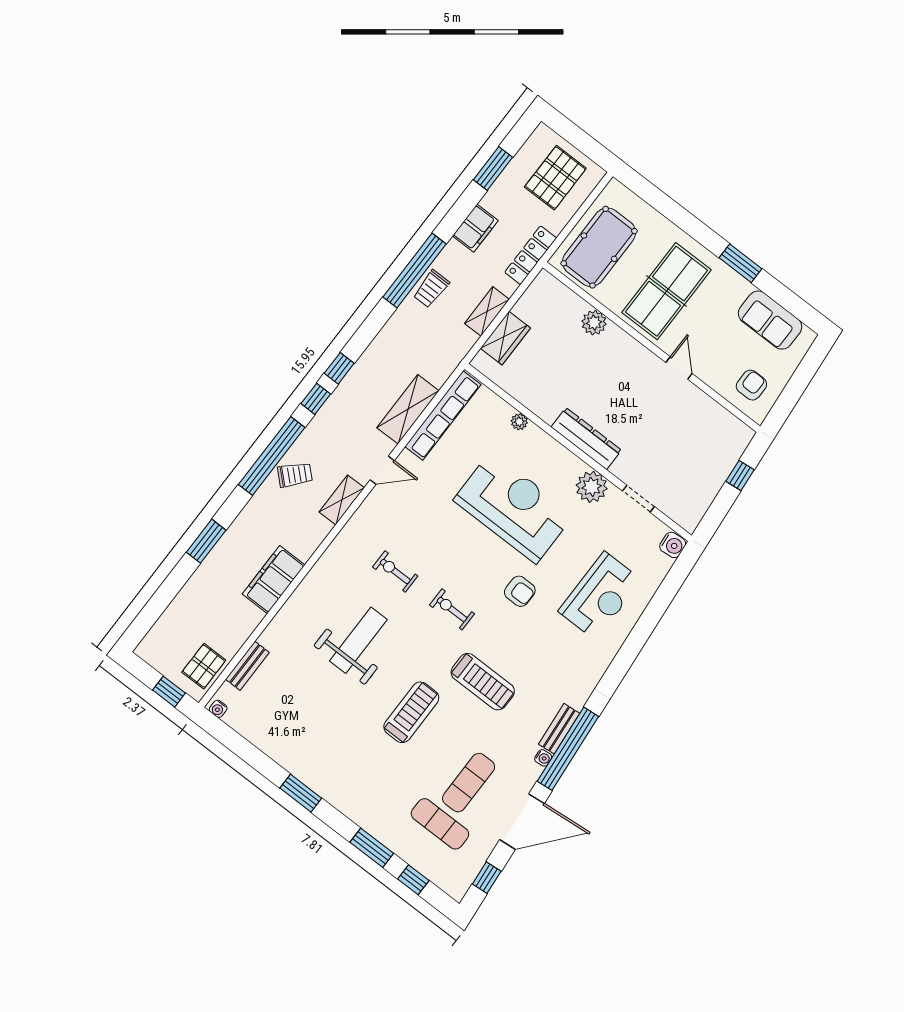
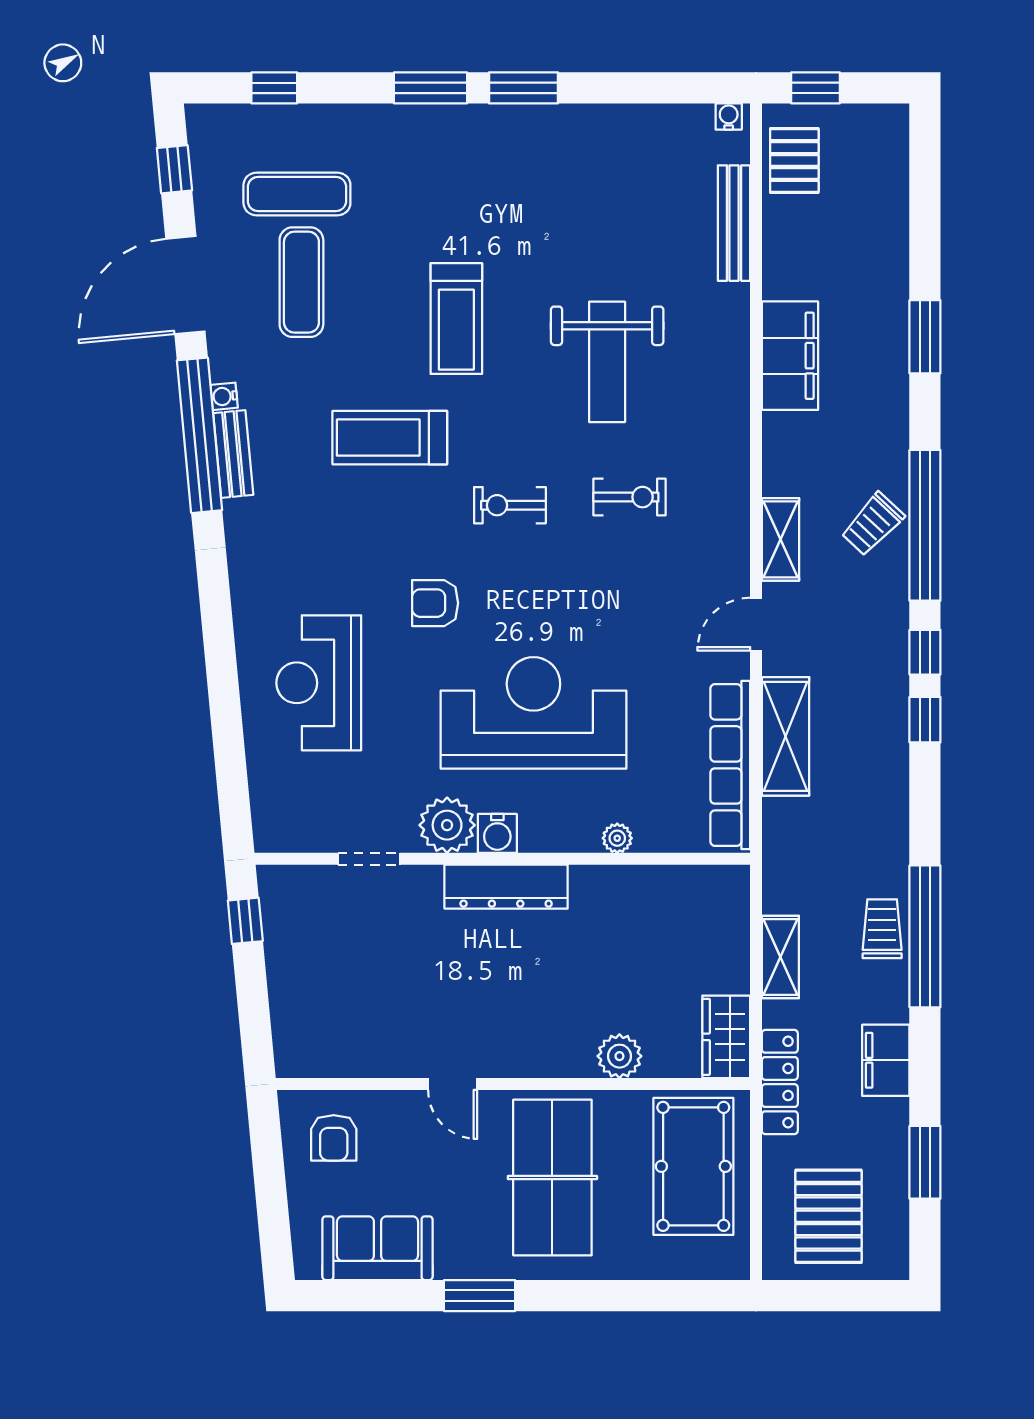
wardrobe: (505, 338) -> (726, 1037), moved
window: (740, 476) -> (245, 921), moved
reception desk: (514, 507) -> (533, 713), turned 180
water cooler: (673, 545) -> (497, 833), moved, turned -85
exercise bike: (452, 609) -> (510, 505), turned 180
bench: (247, 666) -> (734, 223), width x1.36
window: (372, 848) -> (430, 88), moved

